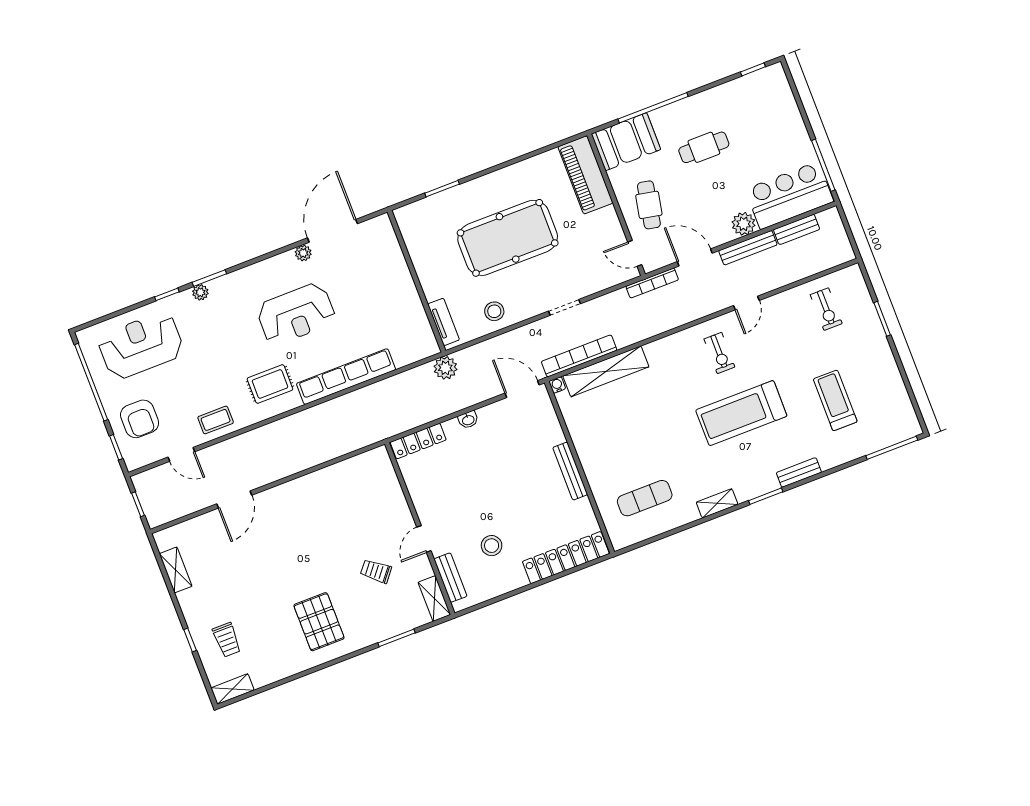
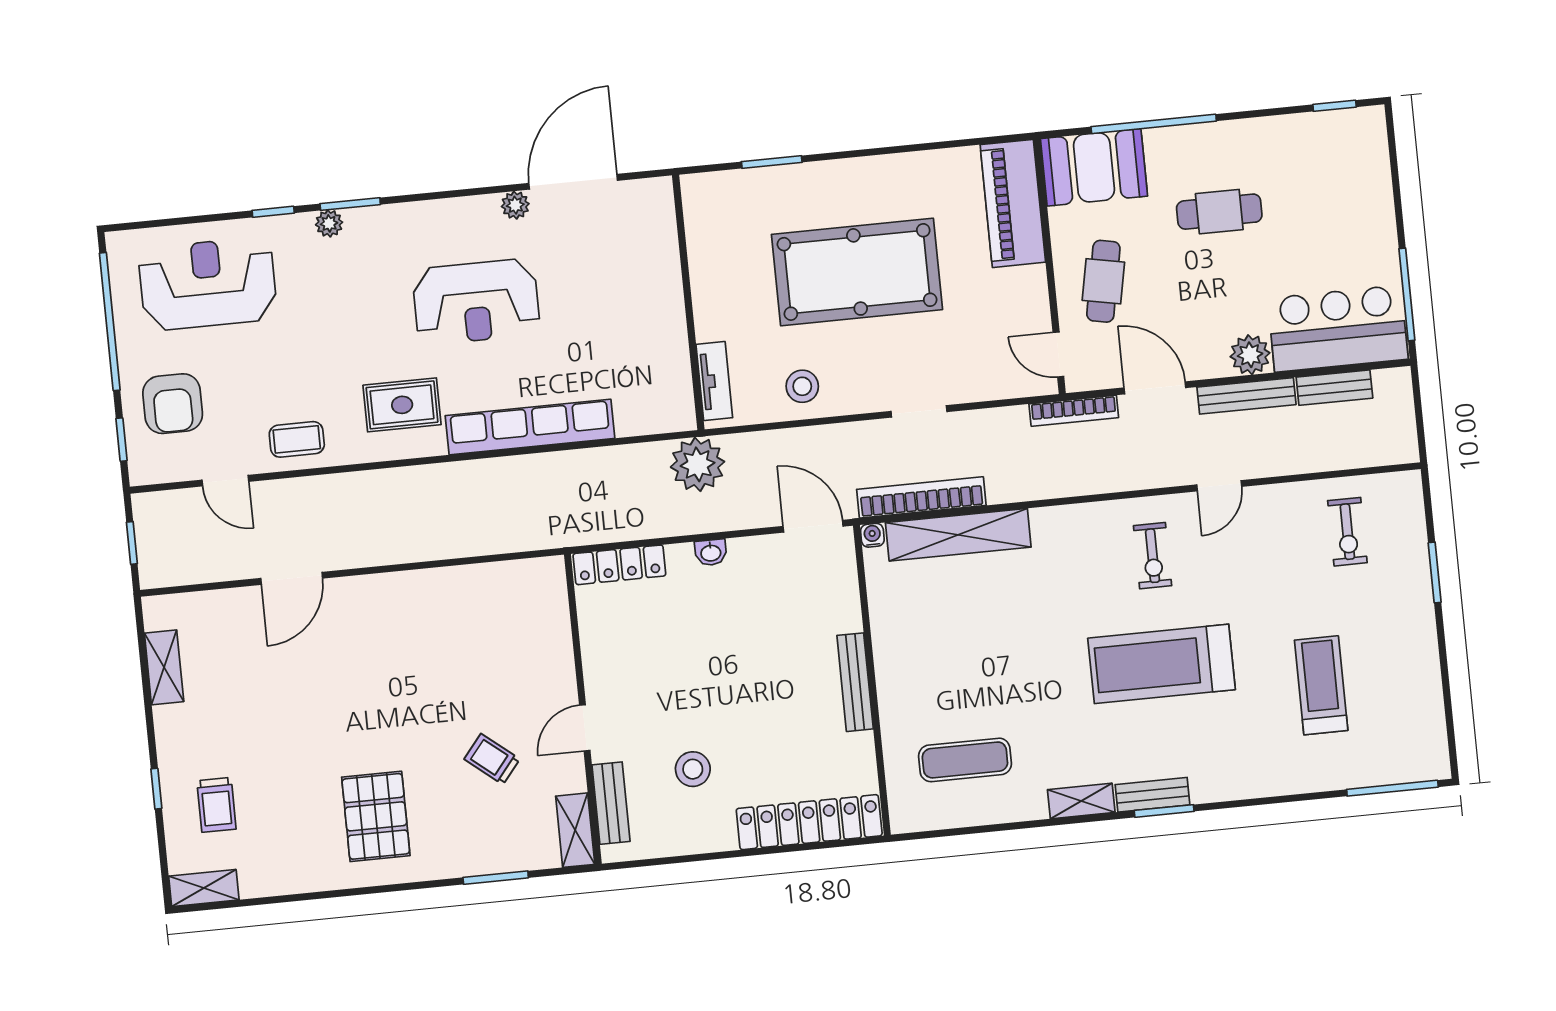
plant: (445, 368) -> (698, 464), width x1.36, depth x1.36
bench: (799, 472) -> (1152, 795), moved

